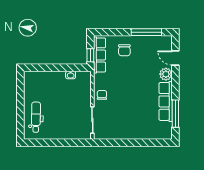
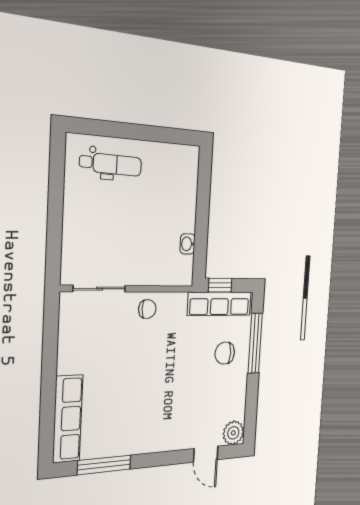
window: (146, 32) -> (255, 343), moved
door: (175, 58) -> (206, 454), swing flipped
plant: (166, 74) -> (233, 433), moved
row of seats: (166, 101) -> (68, 419), moved, turned 90

